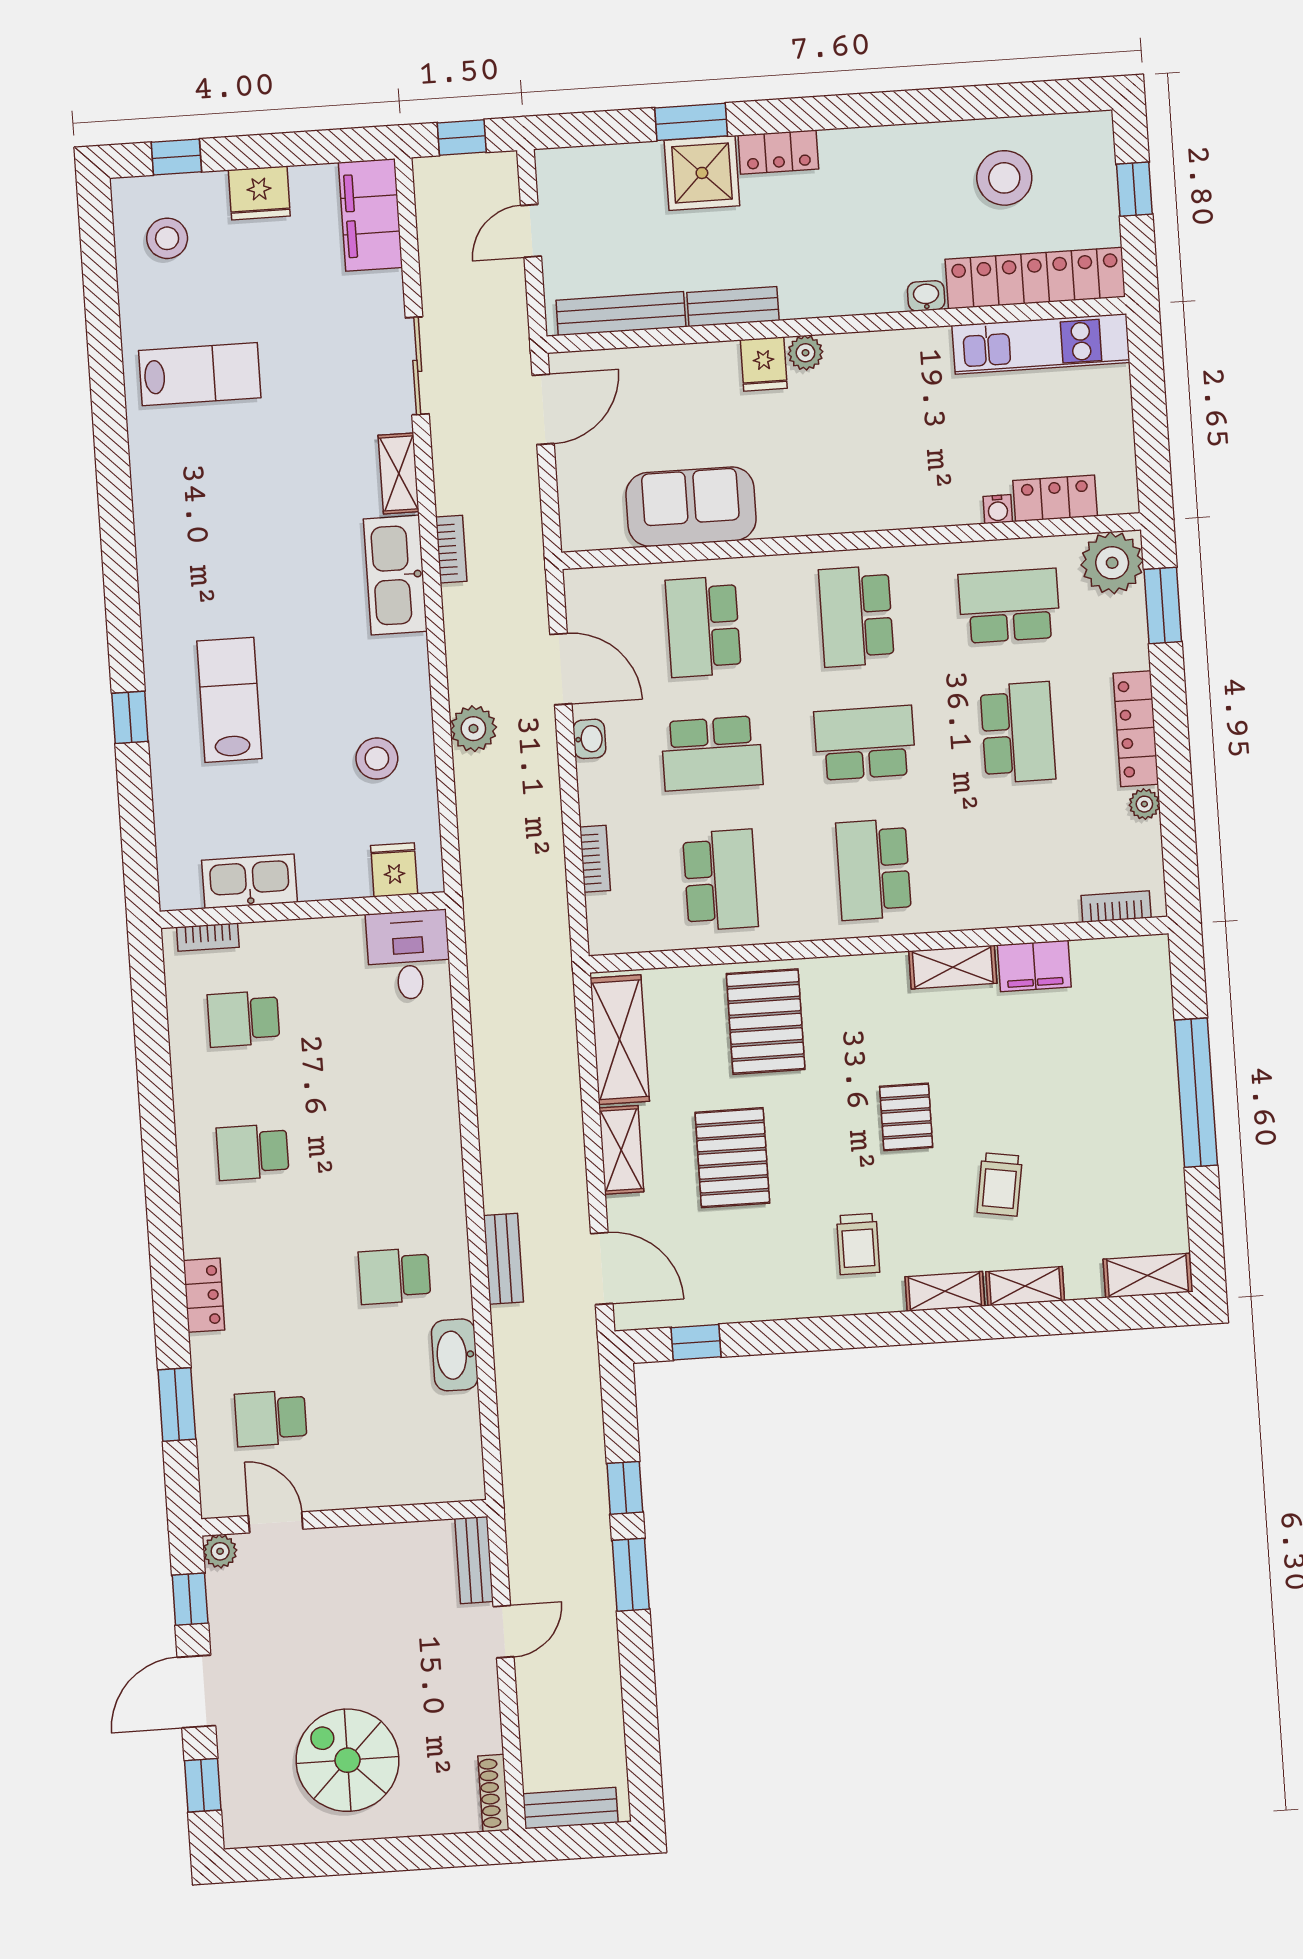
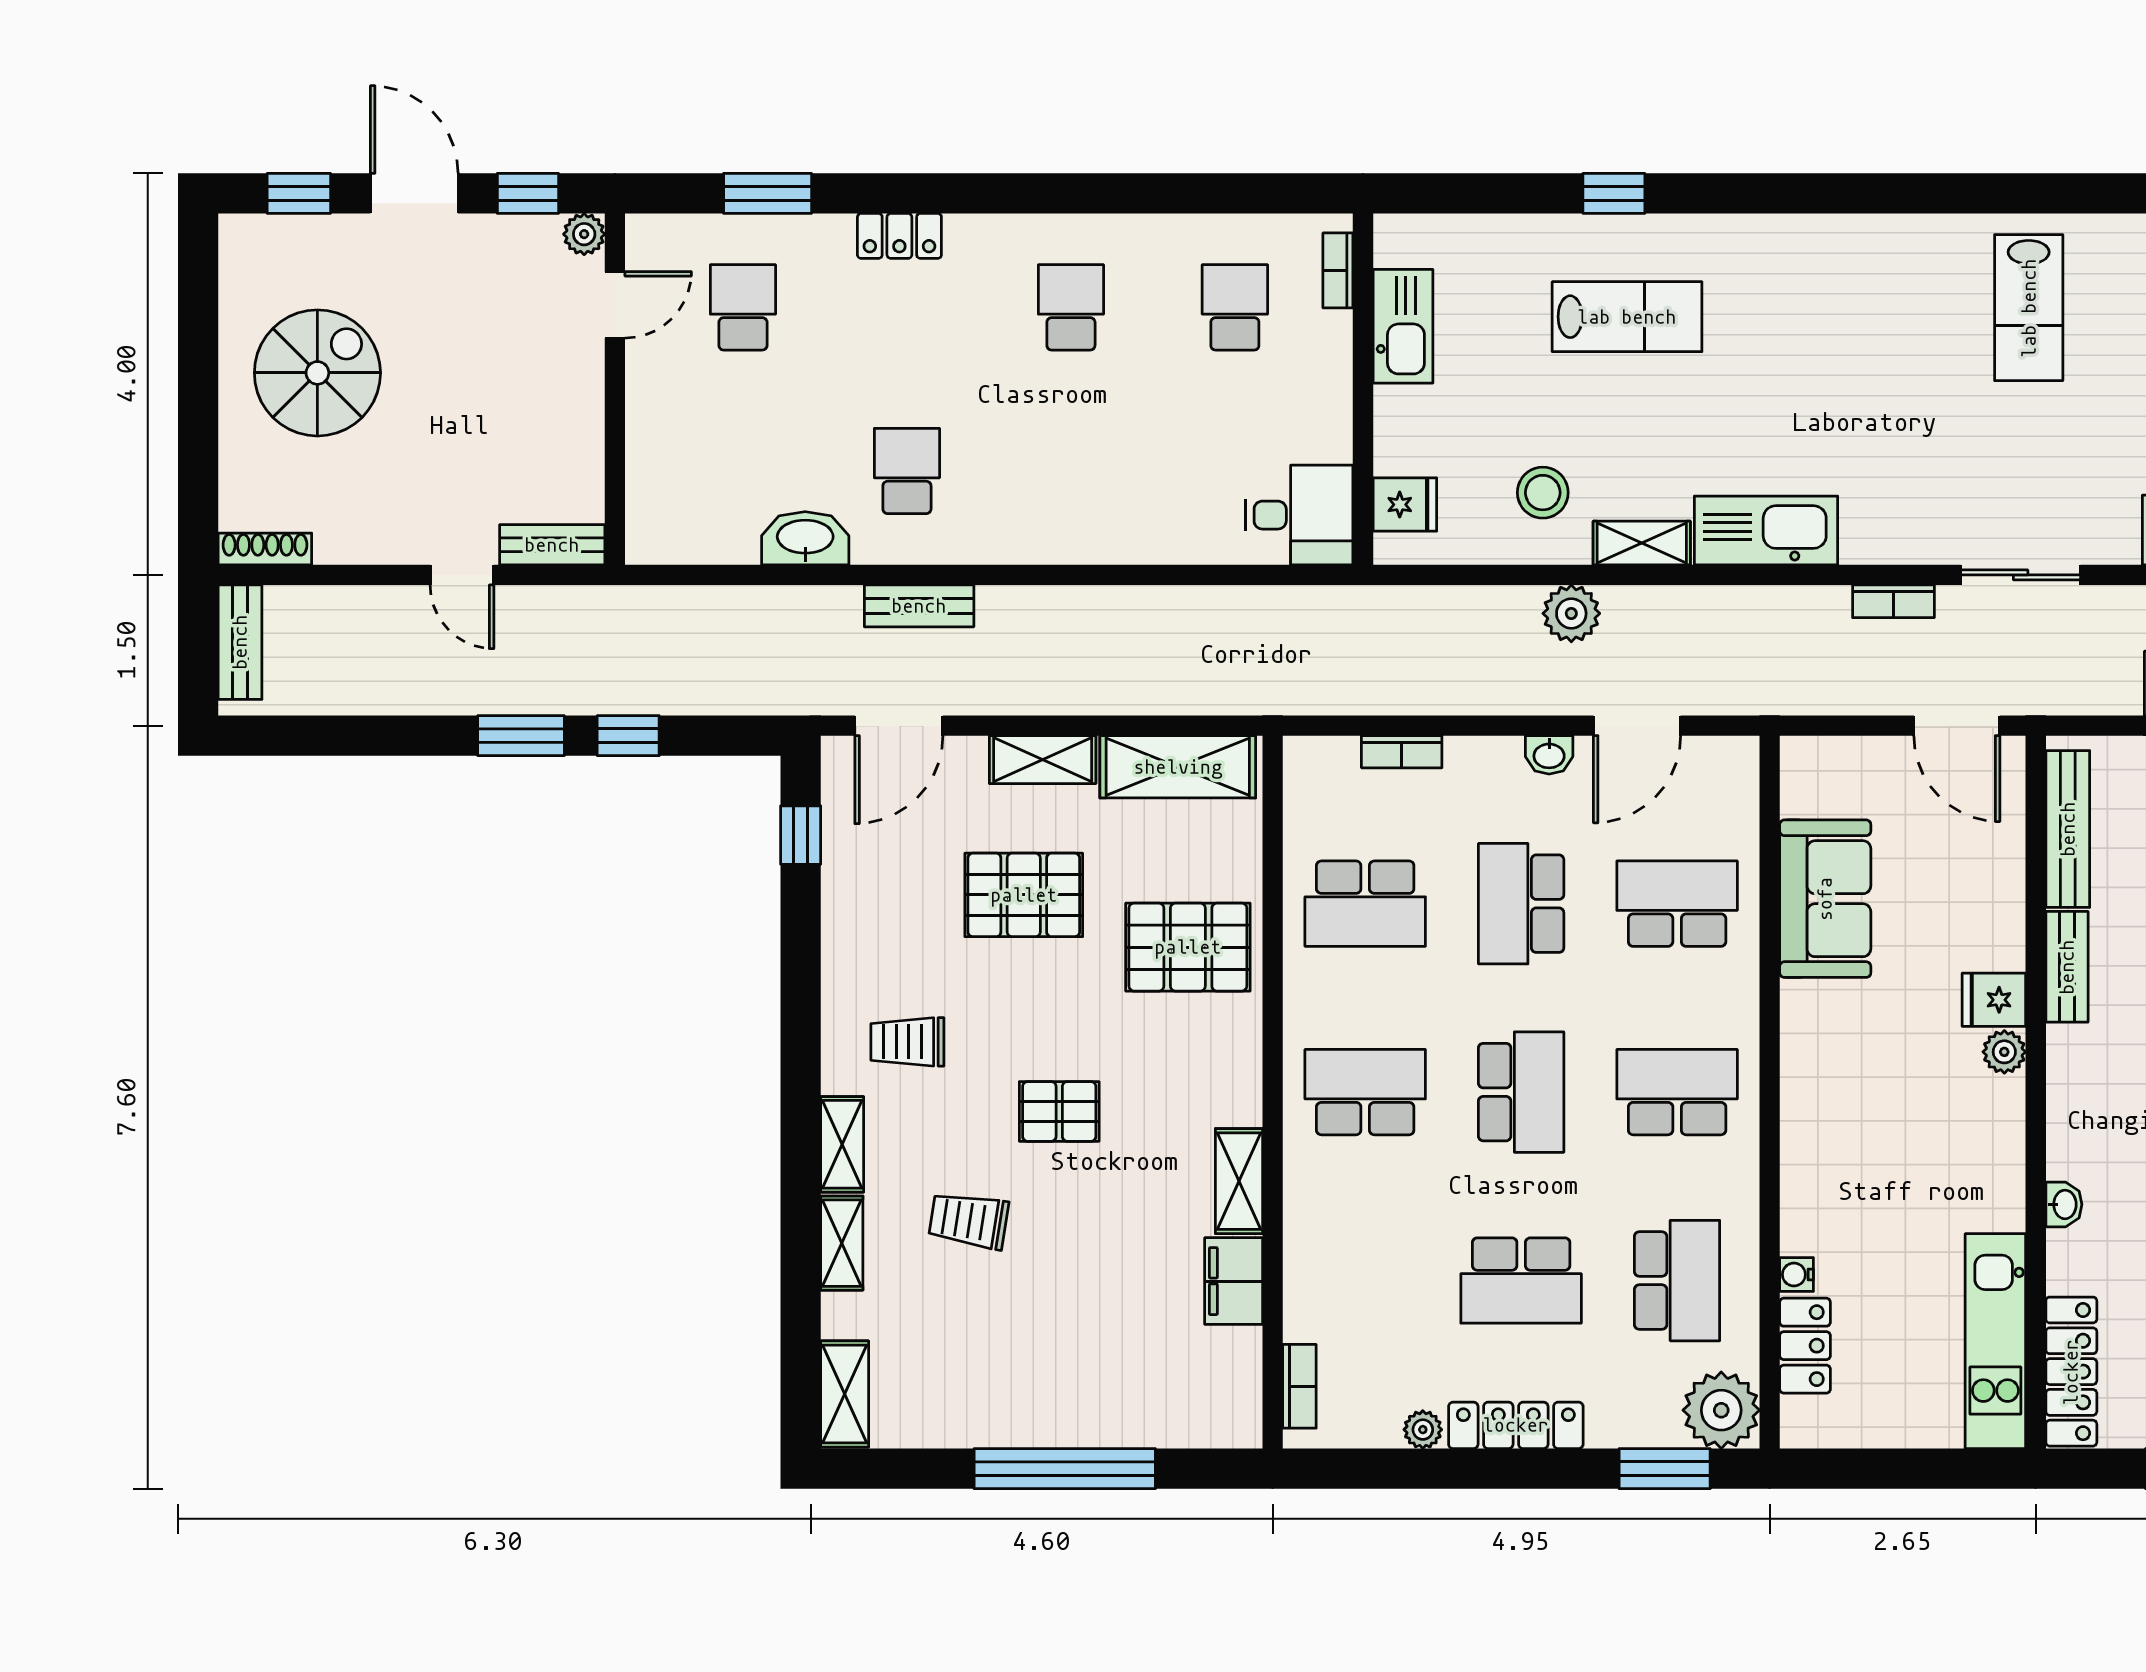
locker: (1035, 278) -> (2071, 1372), width x0.71, depth x0.83
shelving: (399, 473) -> (1642, 543), moved
bookcase: (451, 549) -> (1893, 601), moved

